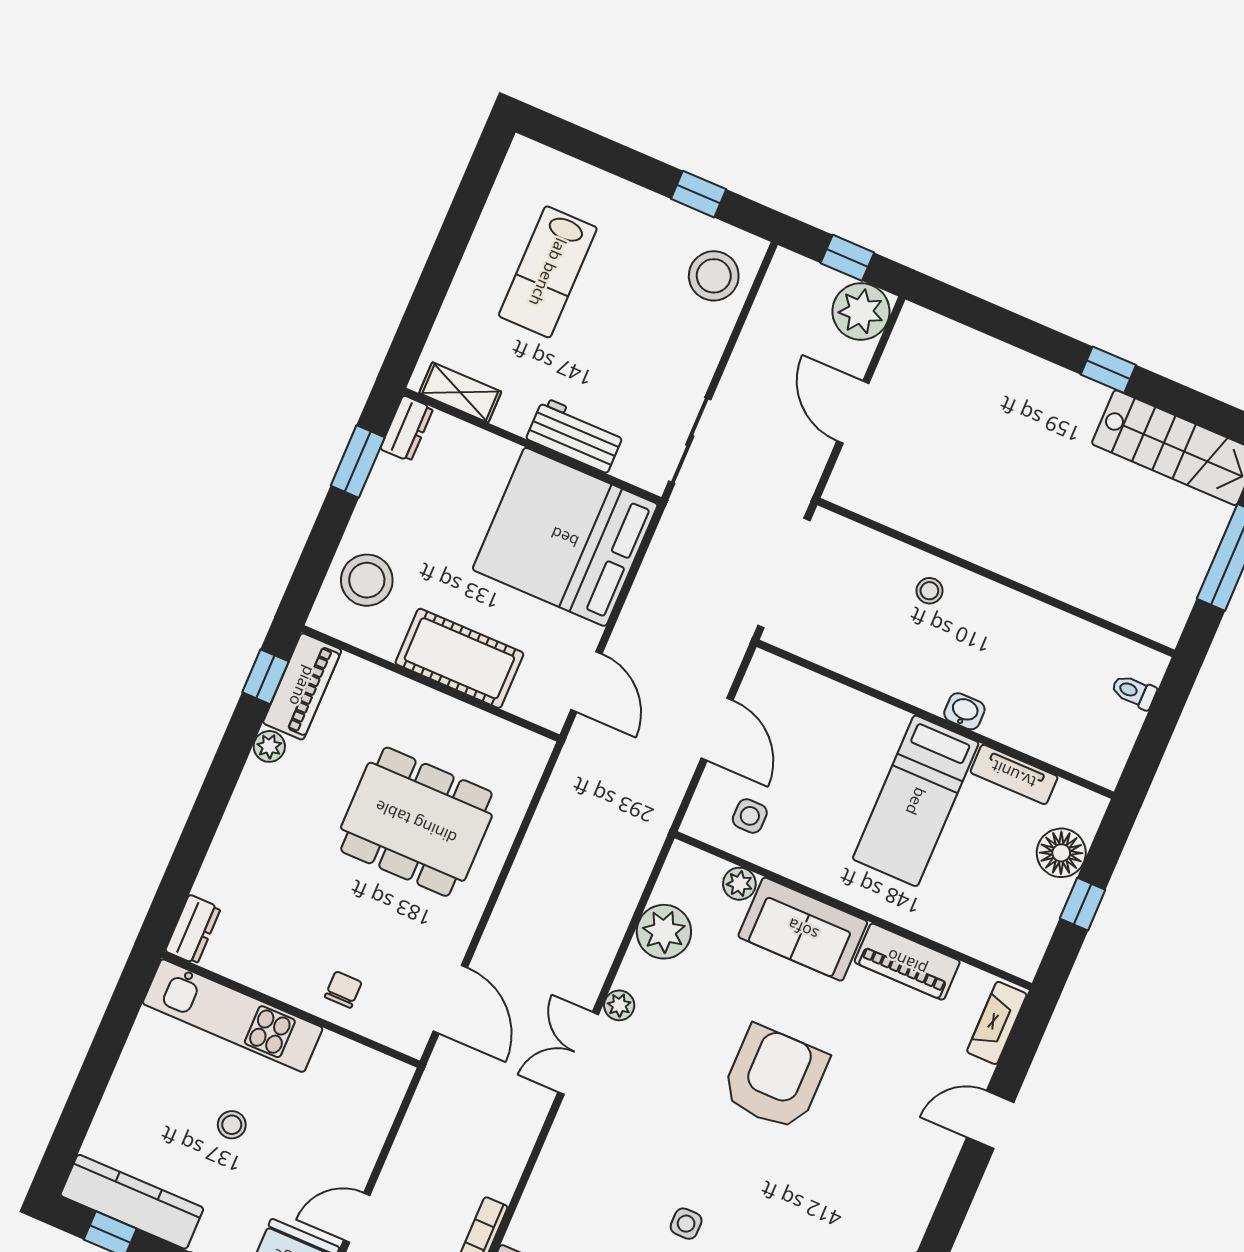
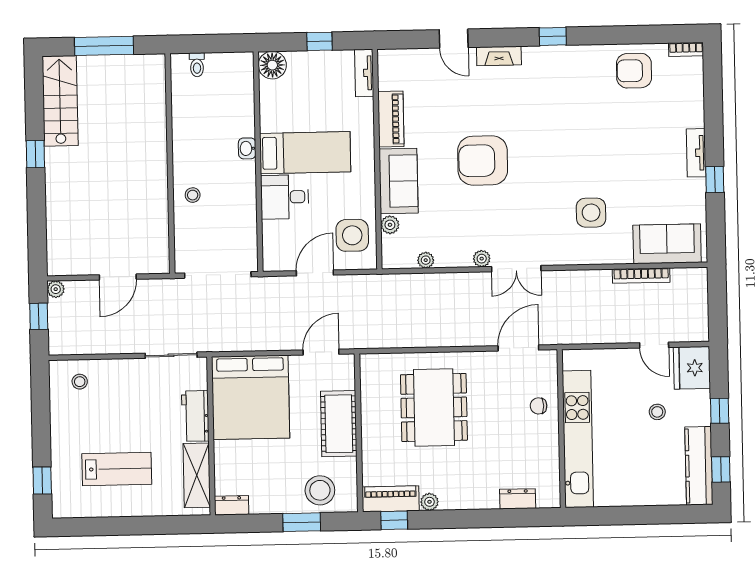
window: (699, 194) -> (42, 480), moved
stool: (714, 276) -> (80, 382), width x0.53, depth x0.53
plant: (861, 311) -> (56, 289), width x0.53, depth x0.53
shelving: (460, 392) -> (197, 475), width x1.50, depth x1.33
window: (358, 462) -> (302, 522), moved
desk: (860, 736) -> (285, 197), added
tv unit: (1014, 774) -> (364, 73), moved, turned 180
side table: (750, 816) -> (352, 235), width x1.87, depth x1.87
floor lamp: (1061, 853) -> (272, 65), moved
dresser: (193, 929) -> (518, 499), moved
plant: (664, 932) -> (426, 260), width x0.53, depth x0.53
kitchen unit: (233, 1016) -> (578, 439), width x1.36
fireplace: (997, 1023) -> (499, 56), moved
stool: (232, 1125) -> (657, 412), moved
side table: (686, 1224) -> (591, 213), moved, width x1.87, depth x1.87

